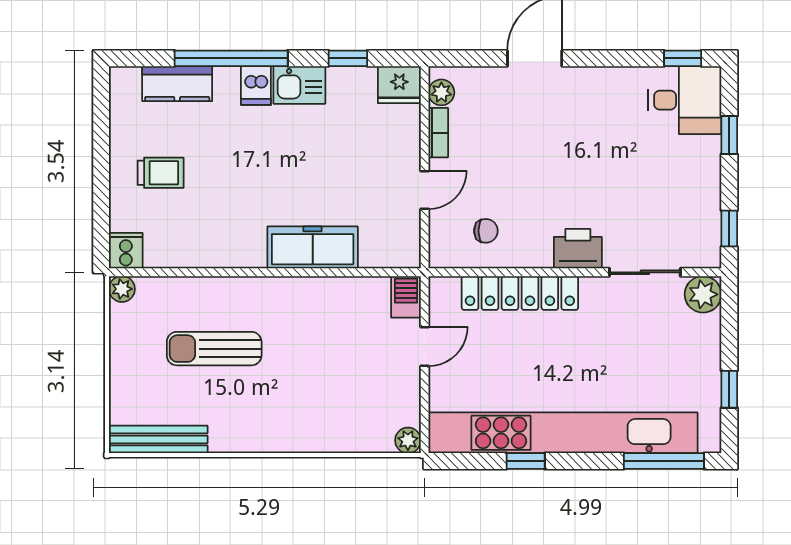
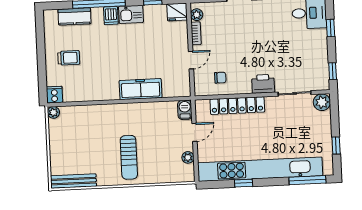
sun lounger: (214, 349) -> (129, 157), moved, turned -90
plant: (408, 440) -> (188, 157), moved

